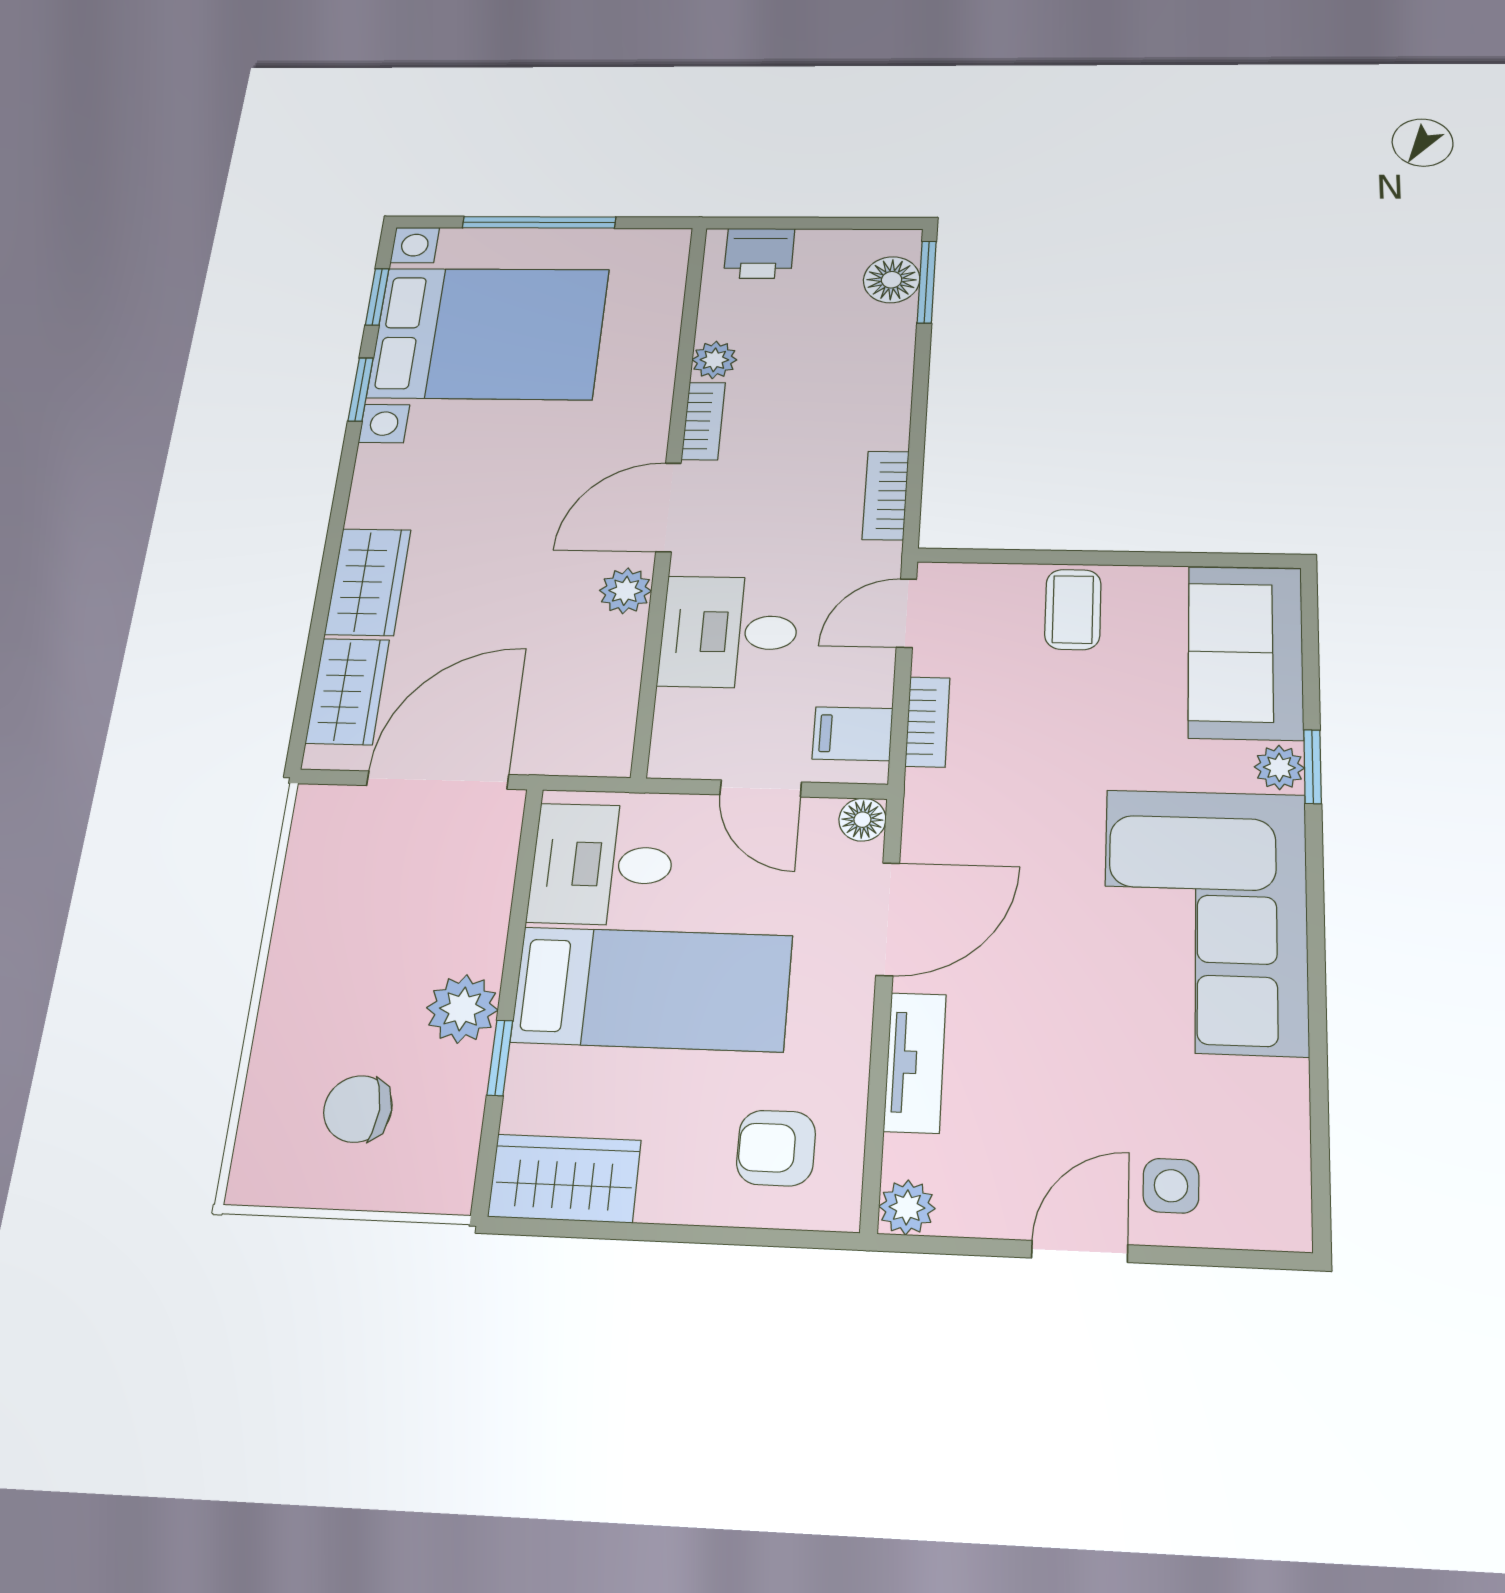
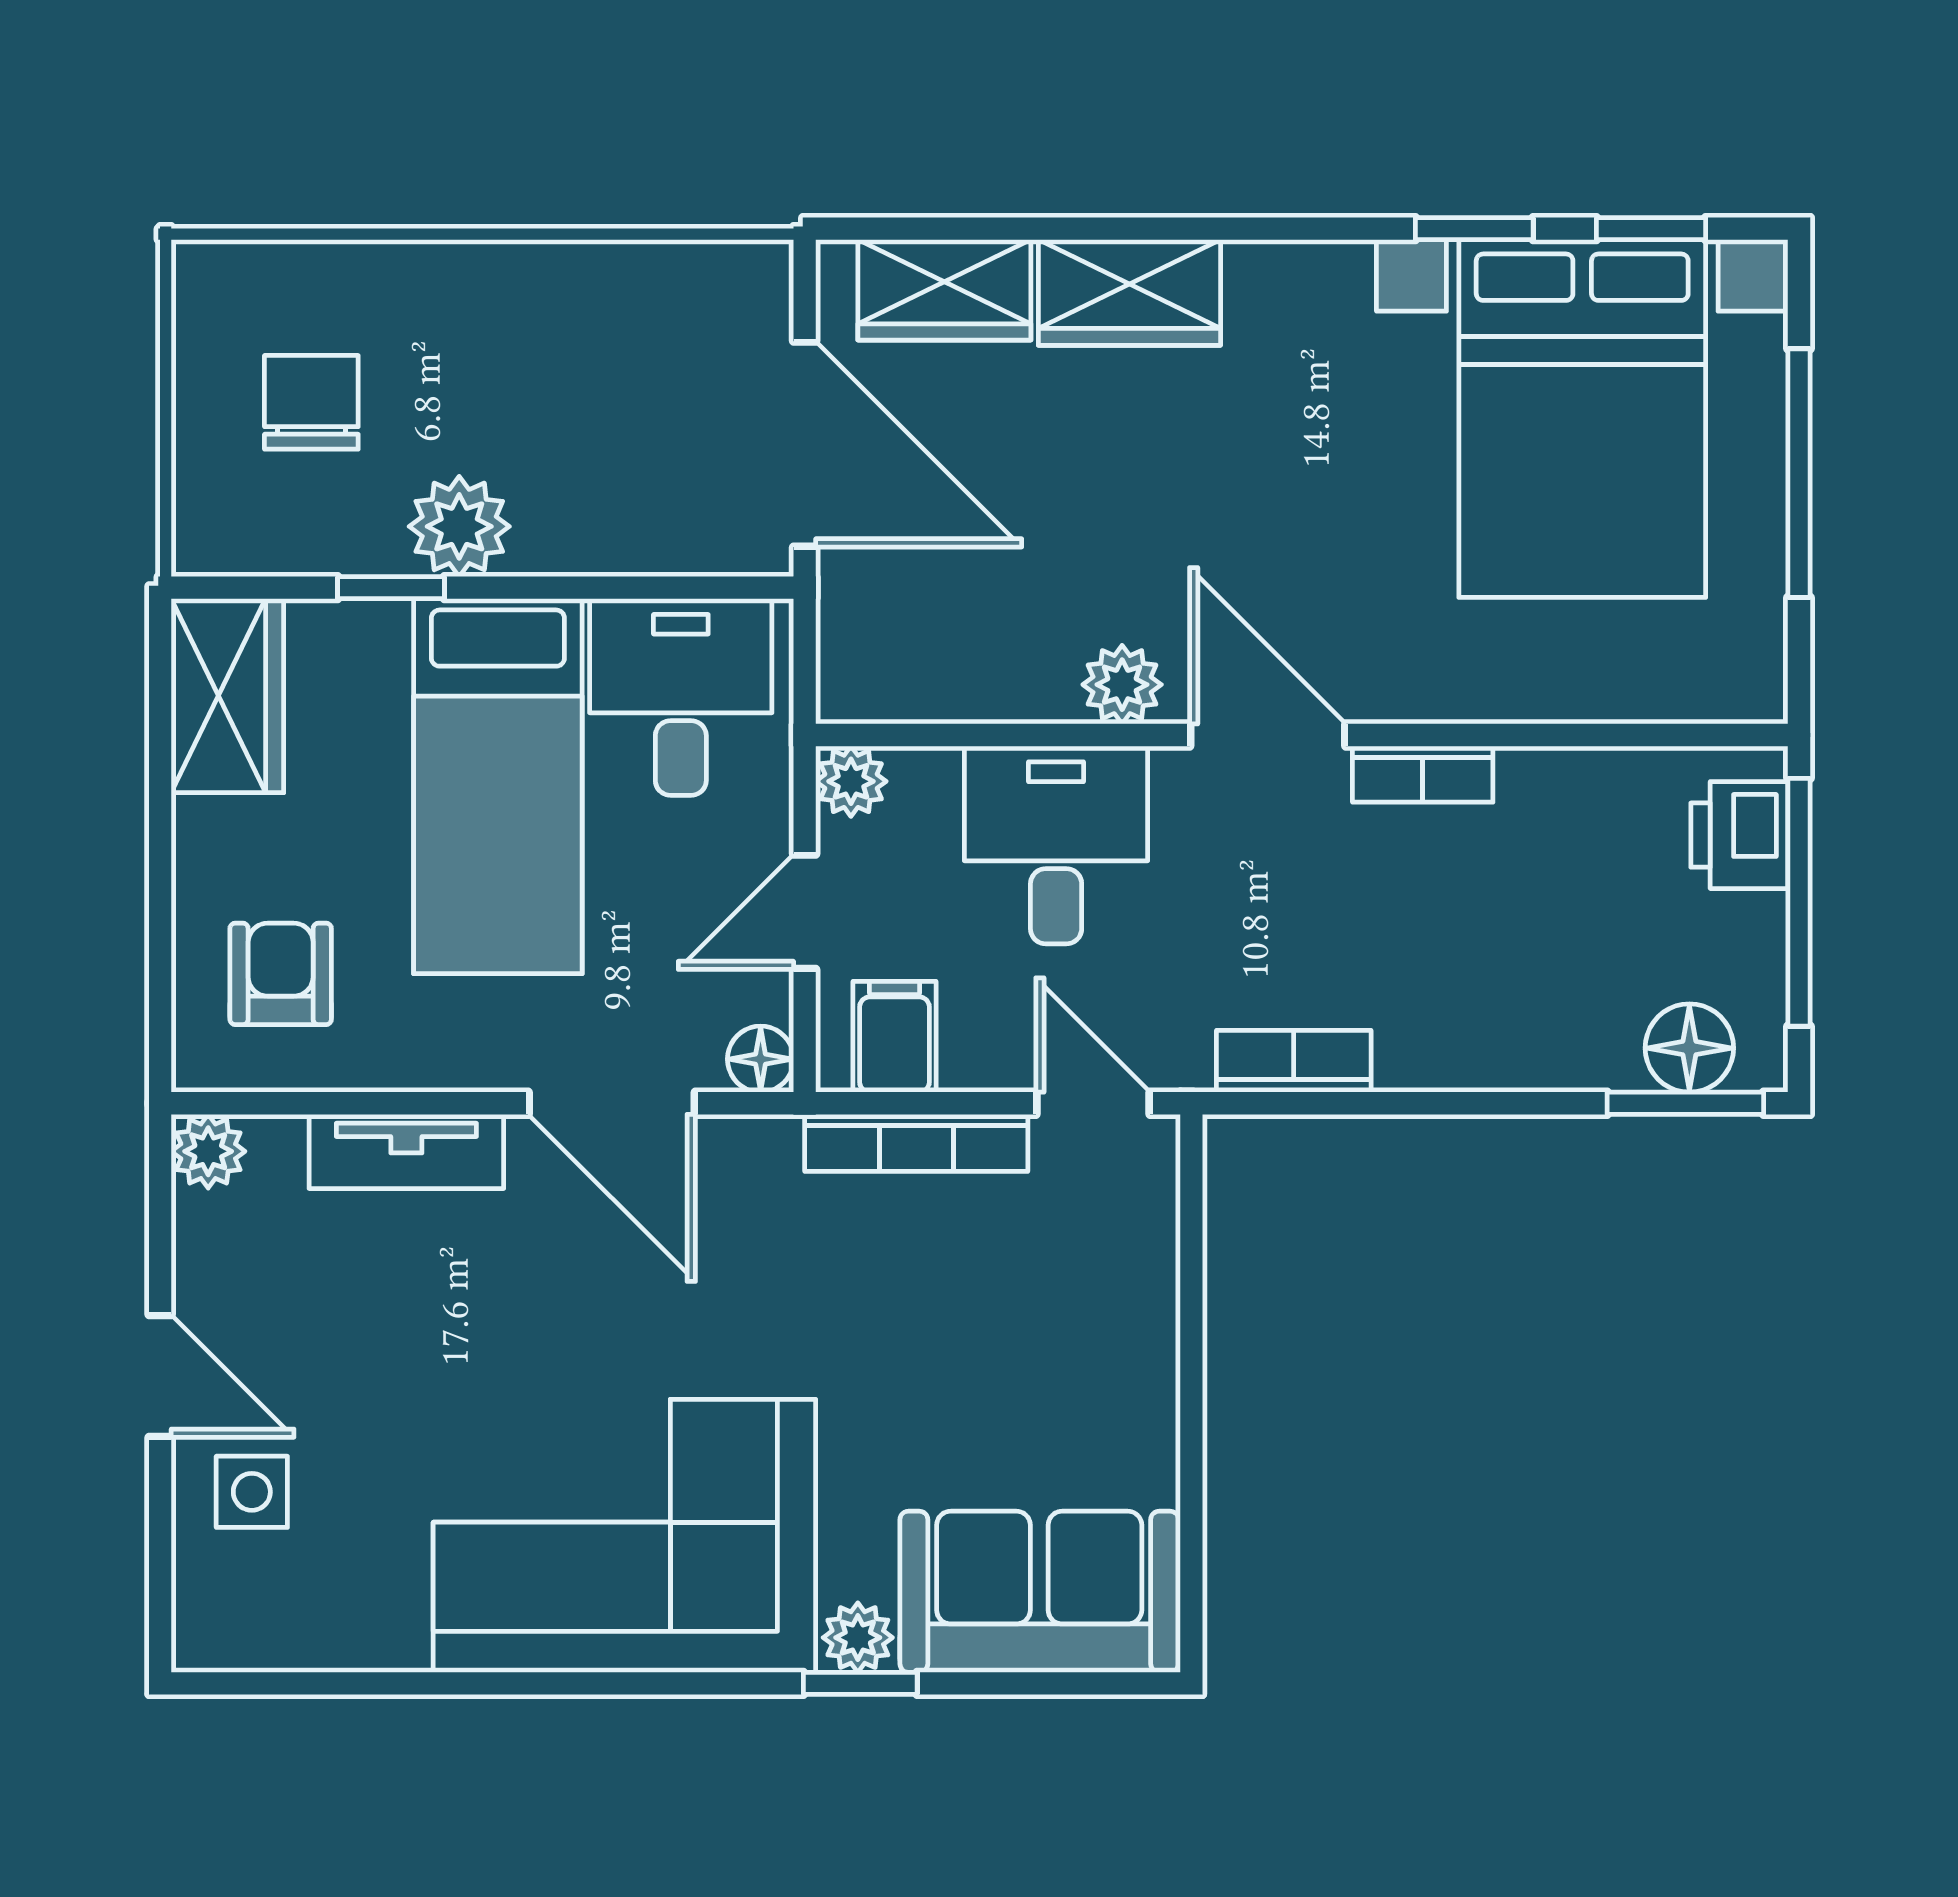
window: (804, 223) -> (1799, 902), added
plant: (714, 360) -> (851, 781), moved
coffee table: (1073, 609) -> (1104, 1345), removed
bookcase: (928, 722) -> (916, 1143), width x1.56

